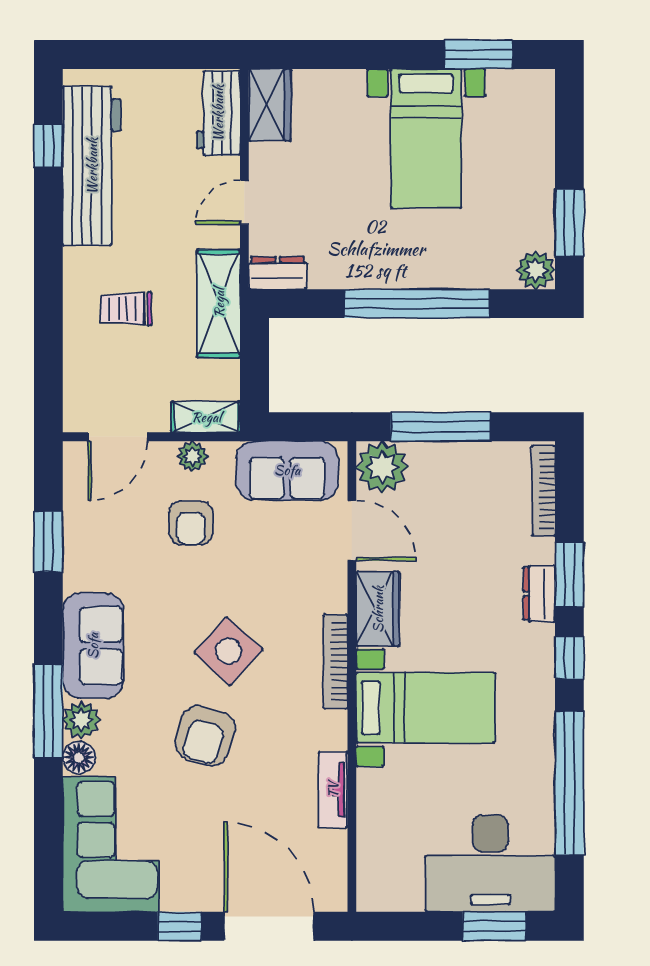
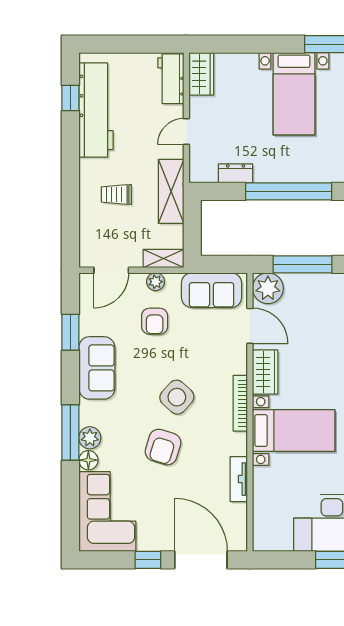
dresser: (278, 273) -> (236, 173), moved
sofa: (93, 646) -> (97, 368), moved

